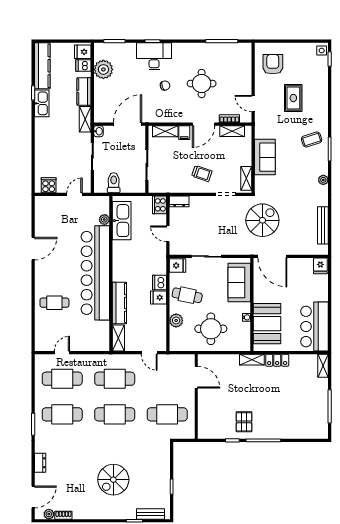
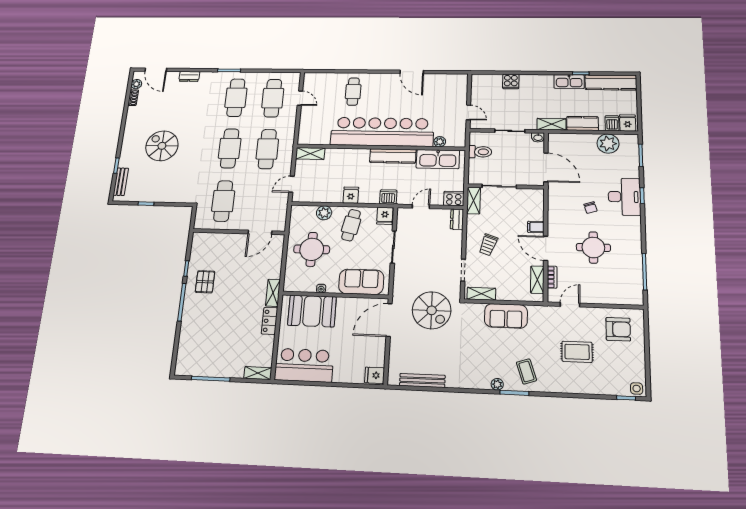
shelving: (165, 131) -> (474, 201), moved
plant: (323, 180) -> (497, 384), moved
cooker: (49, 185) -> (511, 81), moved, turned 90
dishwasher: (159, 282) -> (388, 197), moved
kitchen counter: (119, 303) -> (393, 156), moved
pallet: (244, 422) -> (205, 282), turned 90

